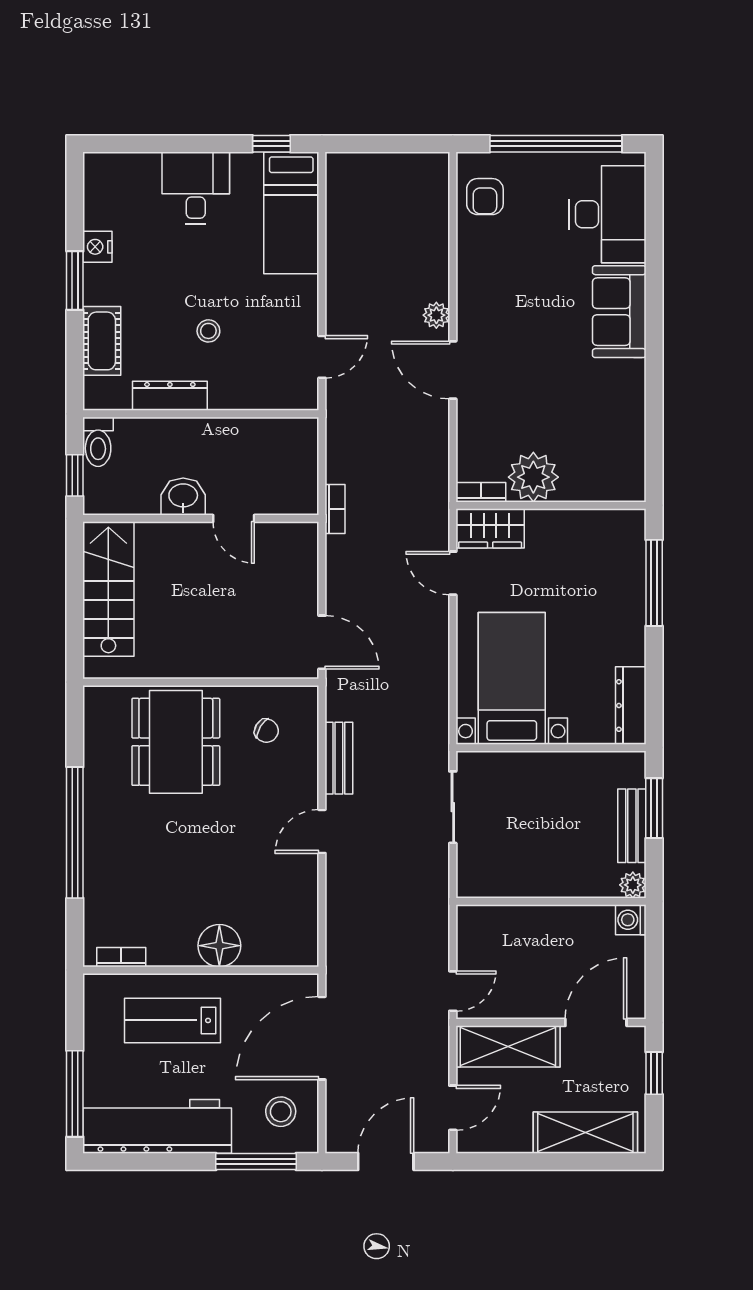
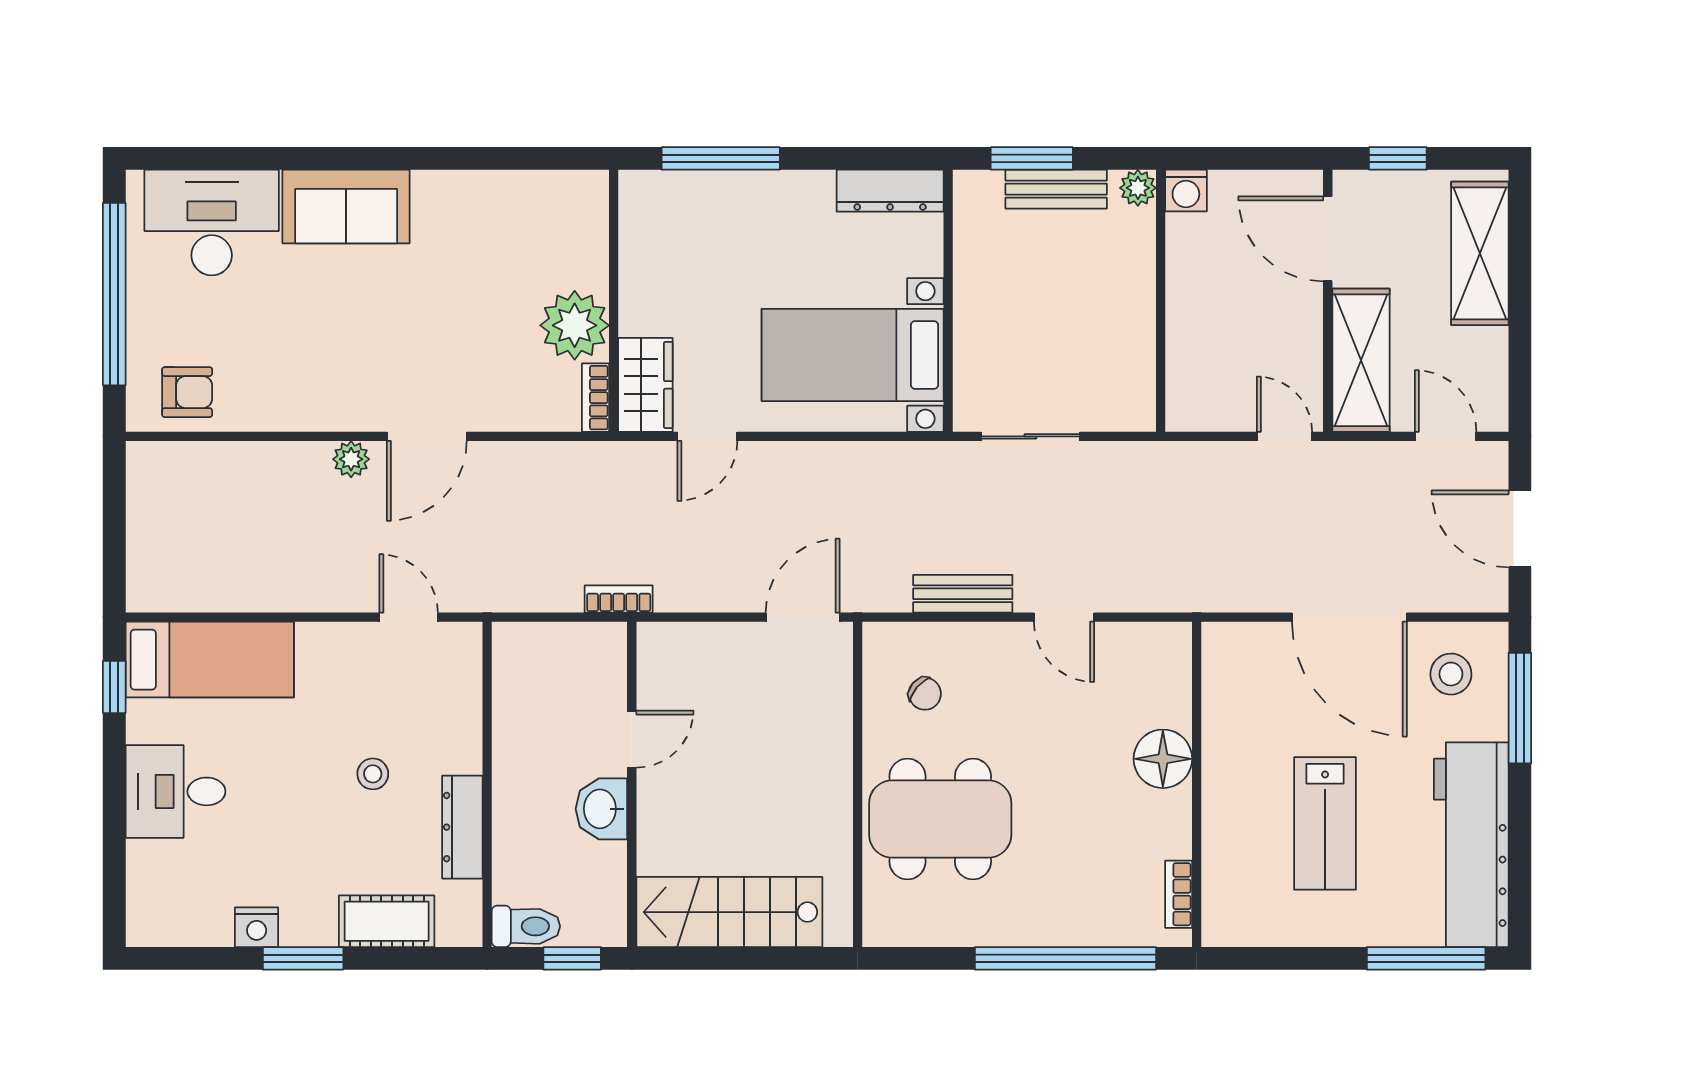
chair: (266, 731) -> (925, 694), turned 99
floor lamp: (219, 946) -> (1163, 759), moved
bookcase: (121, 957) -> (1179, 894), moved
wall: (201, 970) -> (1197, 784), moved

